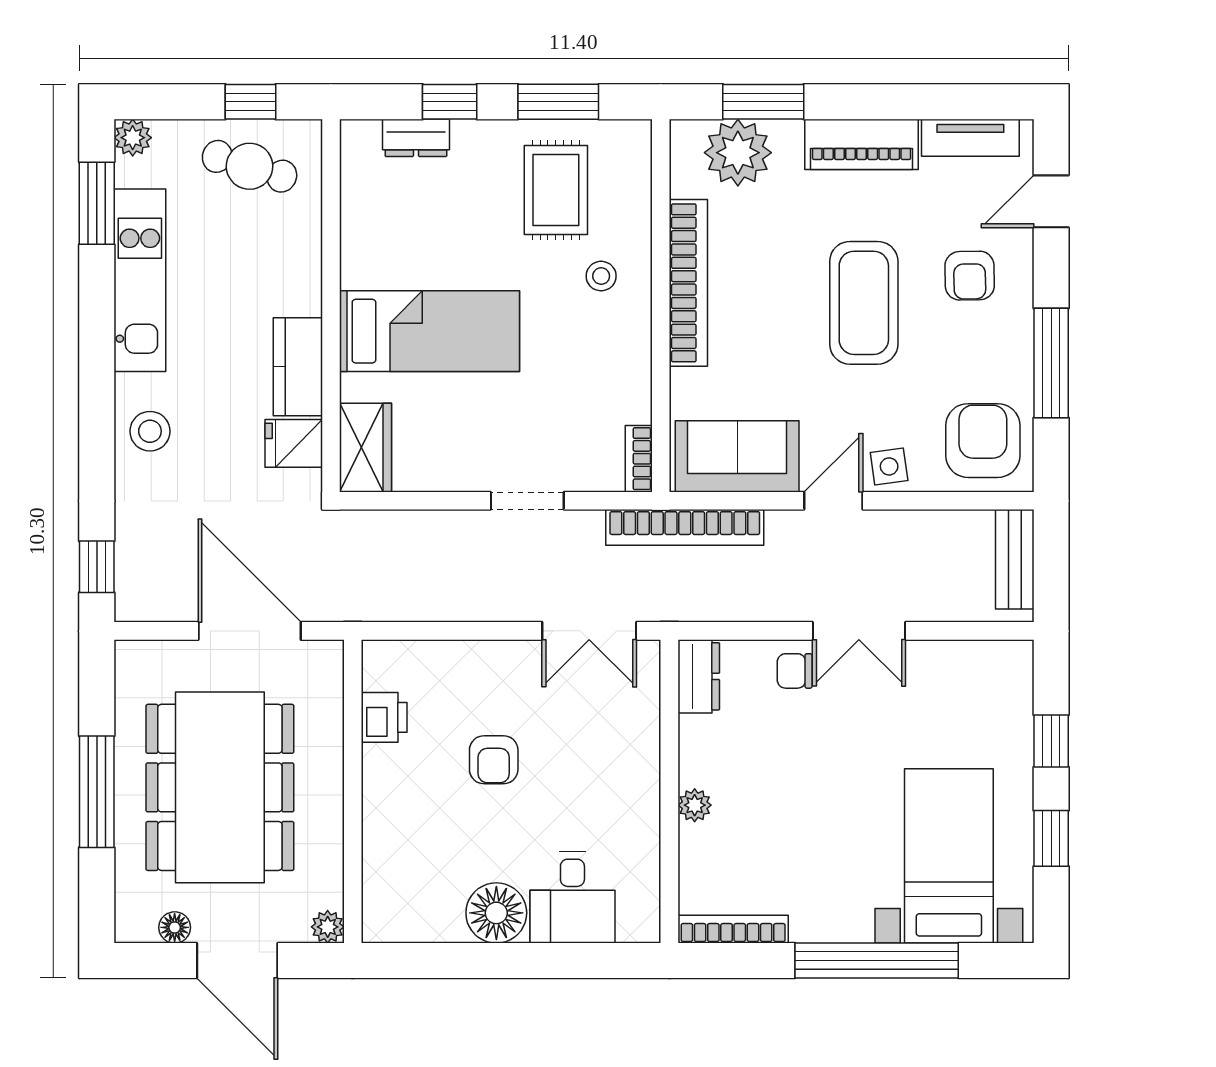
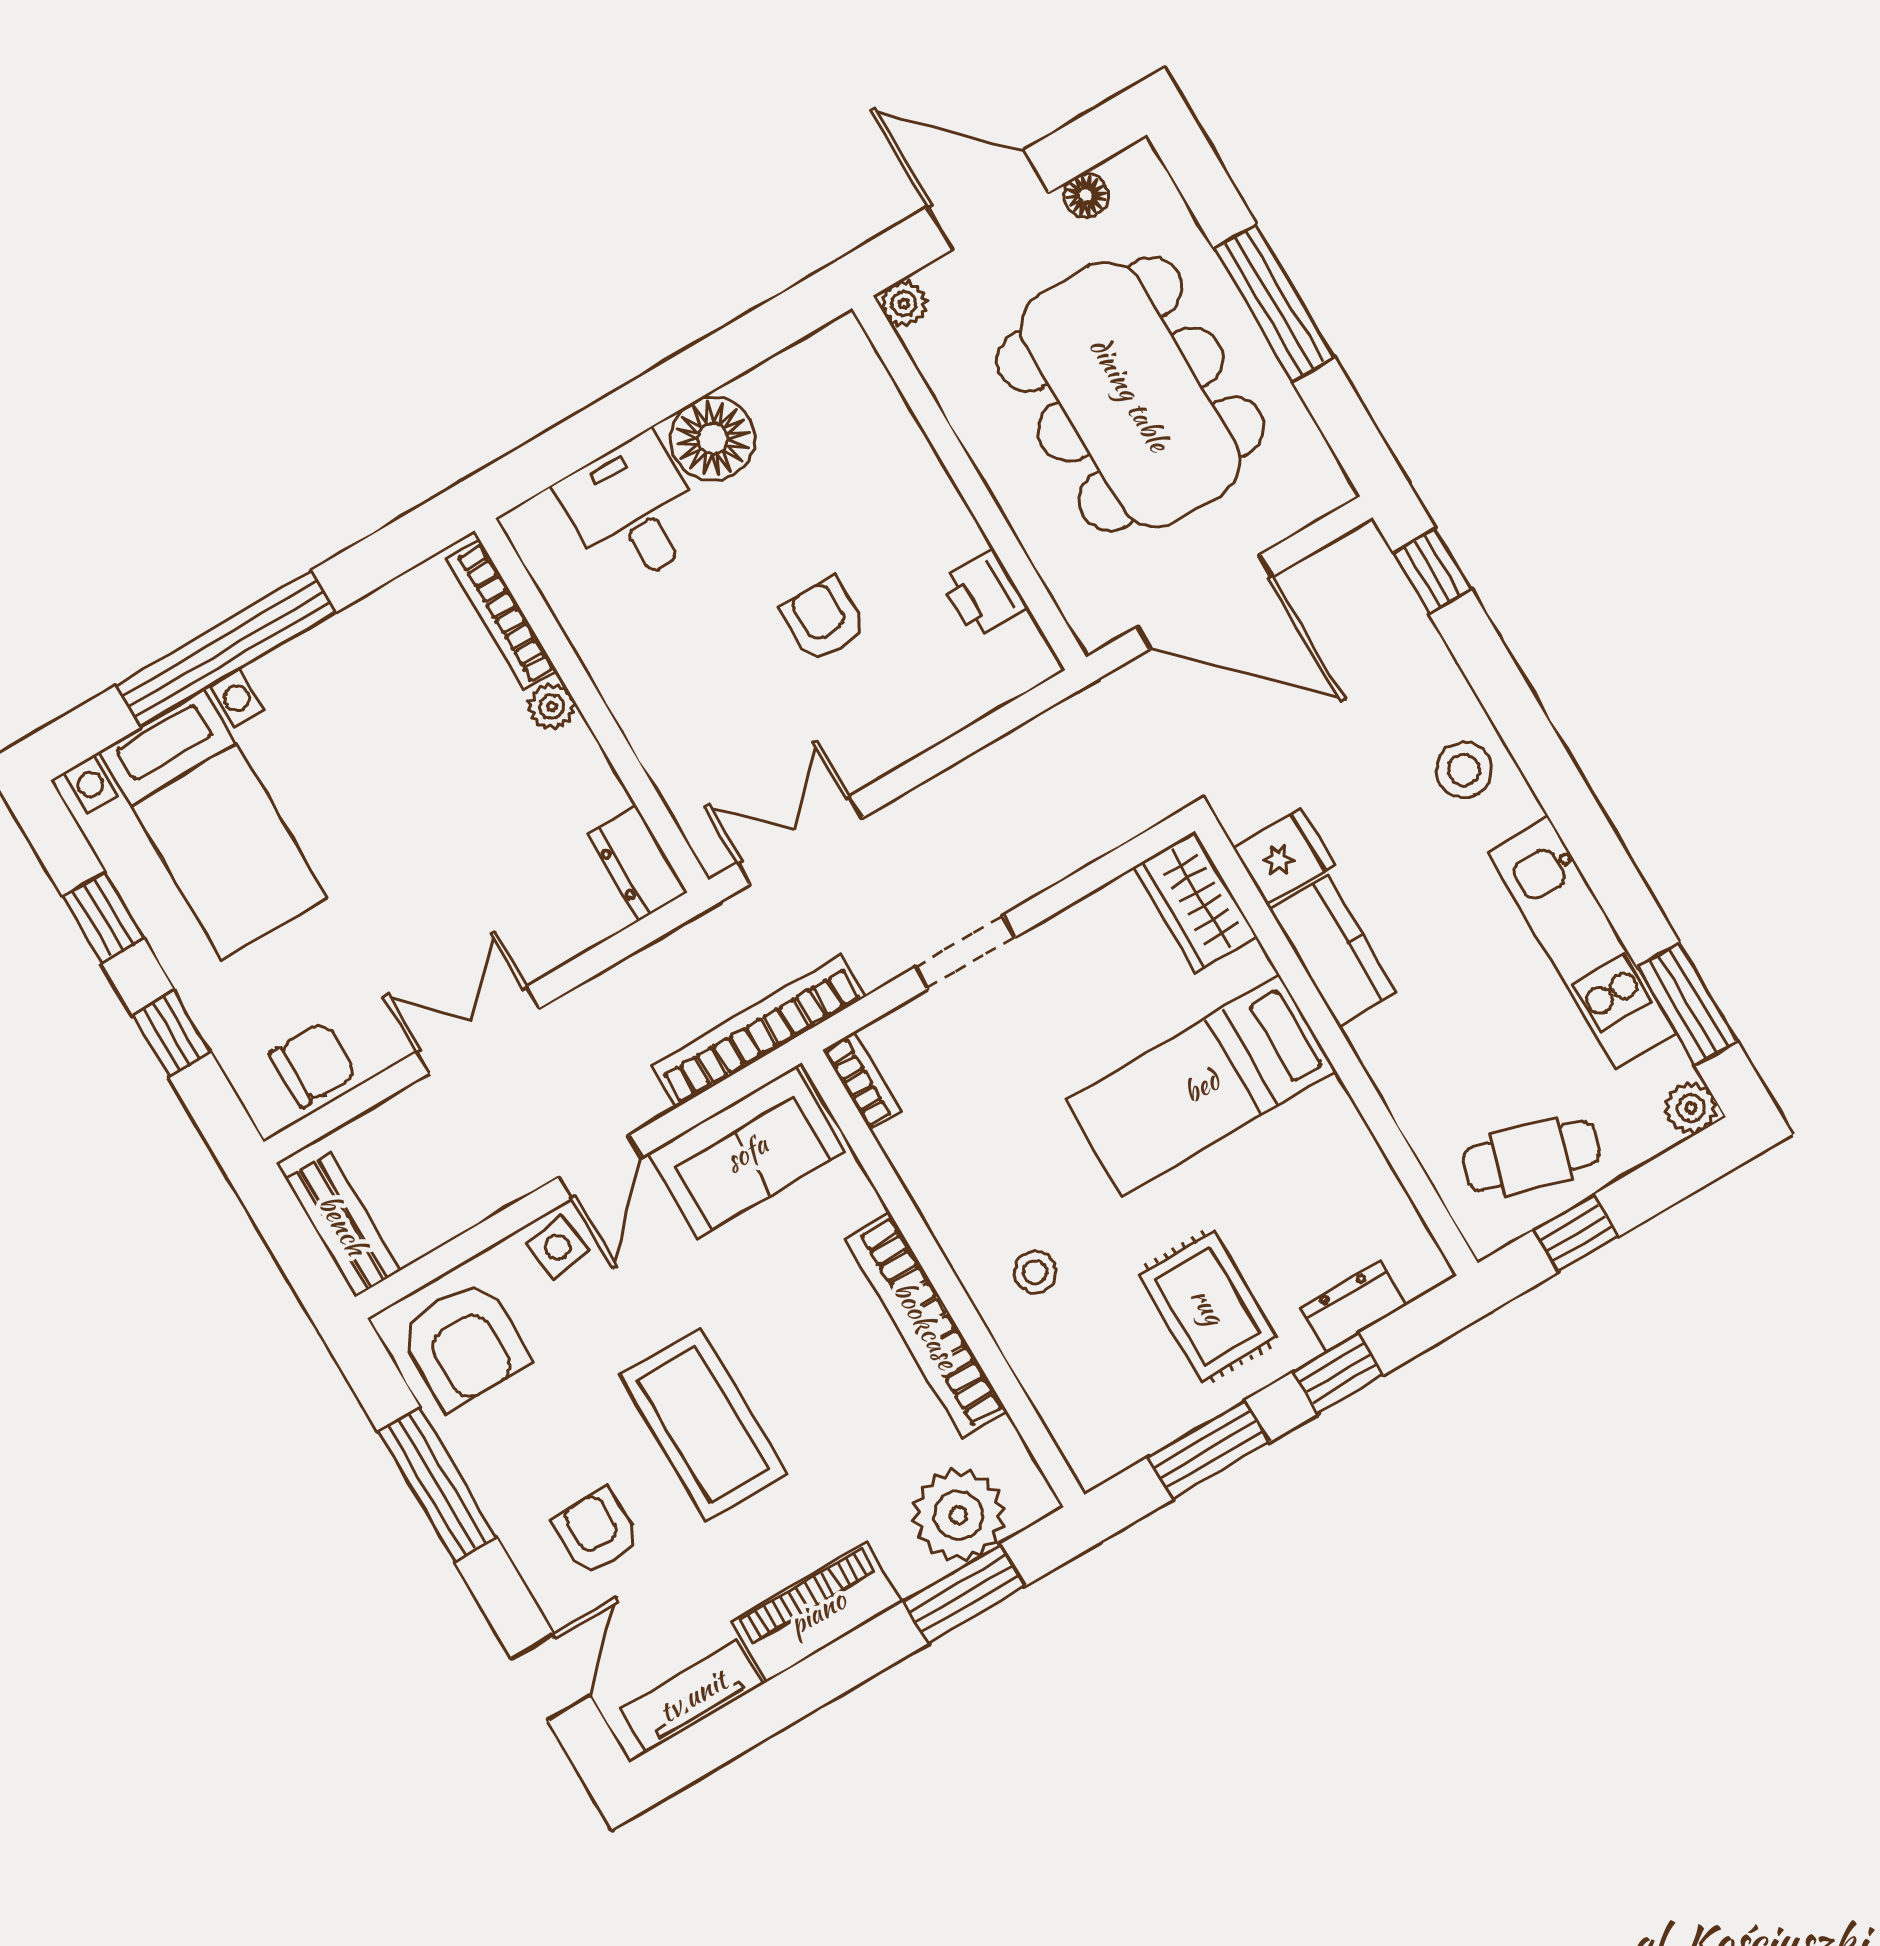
rug: (556, 190) -> (1208, 1306), moved
chair: (795, 671) -> (313, 1064), moved, width x1.37, depth x1.37
bookcase: (733, 929) -> (502, 615), moved, turned 90

